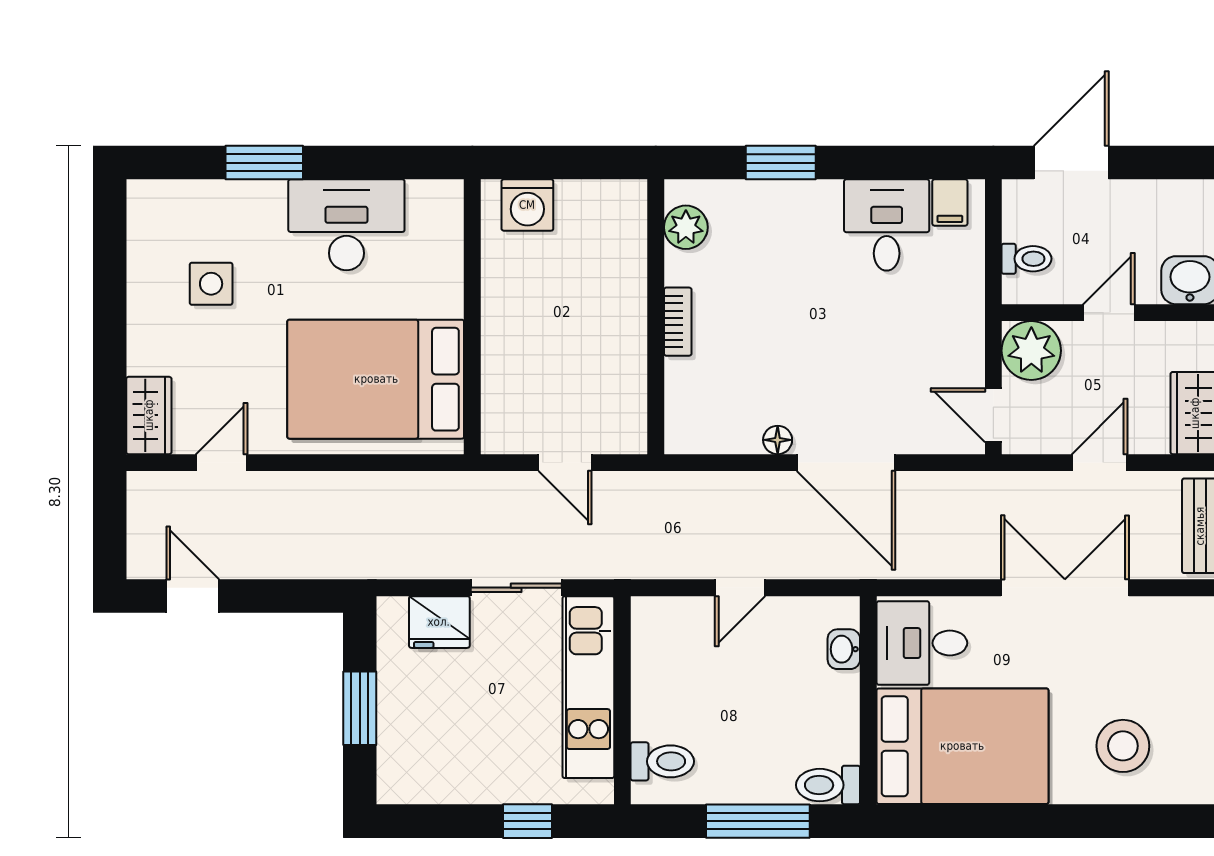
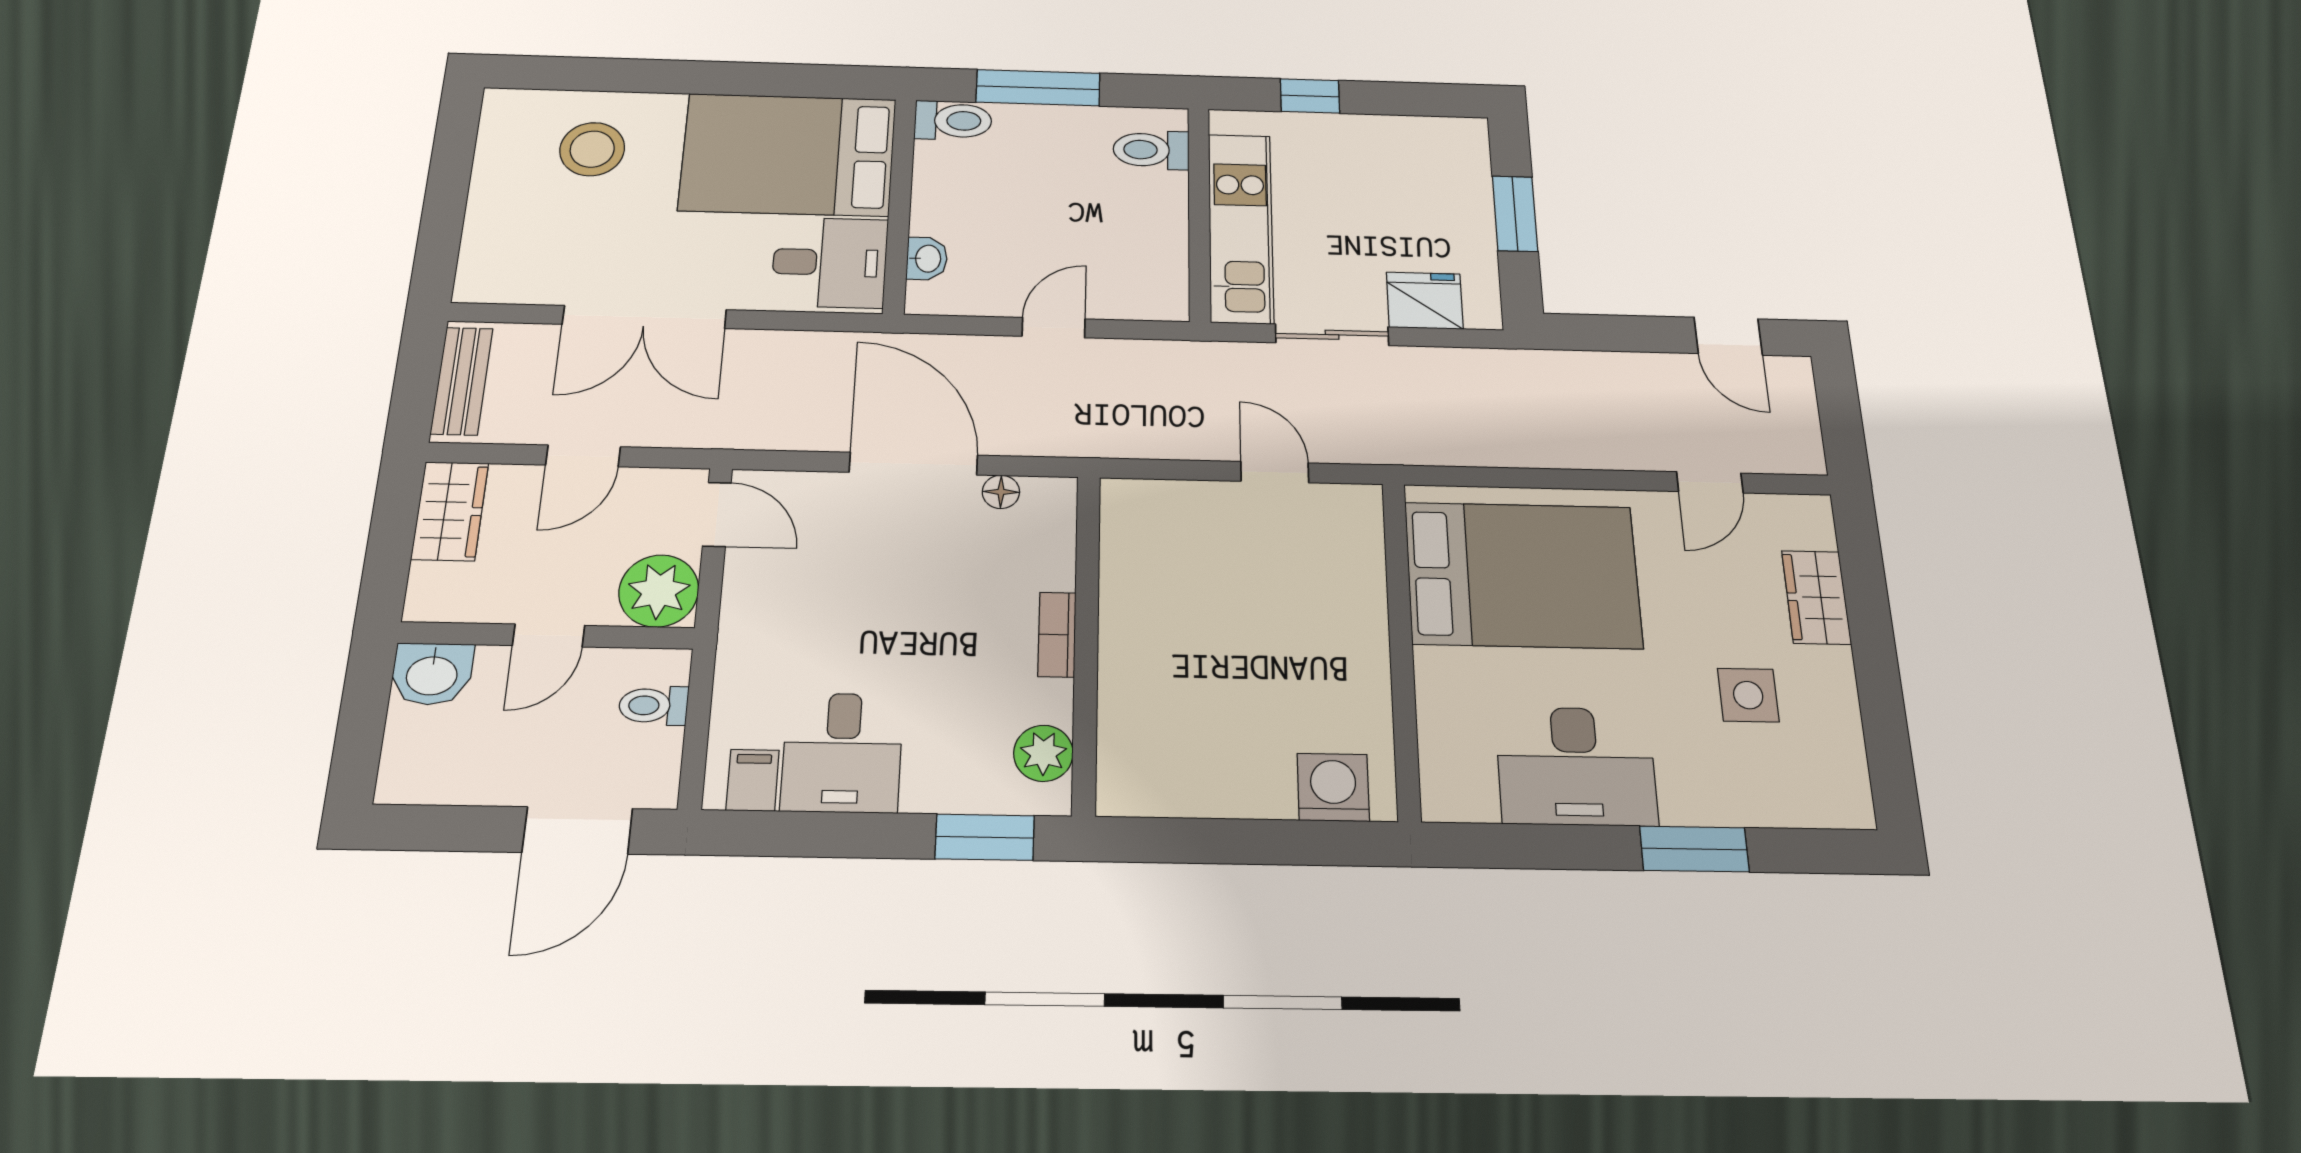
plant: (686, 227) -> (1043, 753), moved
wall: (656, 317) -> (1086, 641), moved
bookcase: (678, 322) -> (1057, 635), moved
wardrobe: (149, 415) -> (1816, 597), moved

